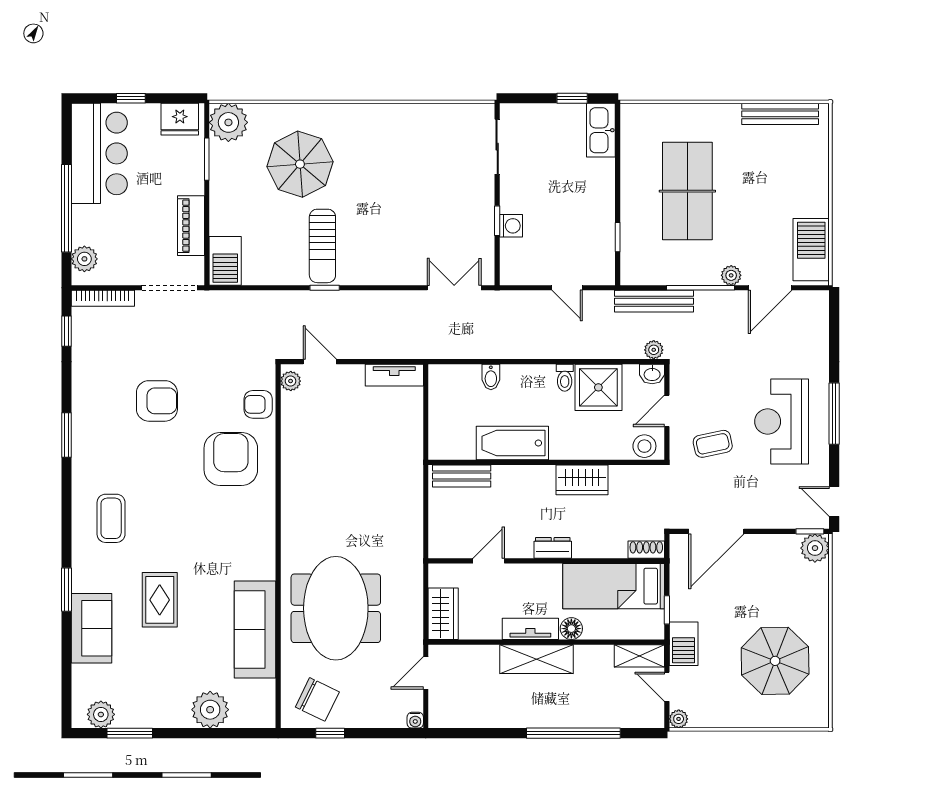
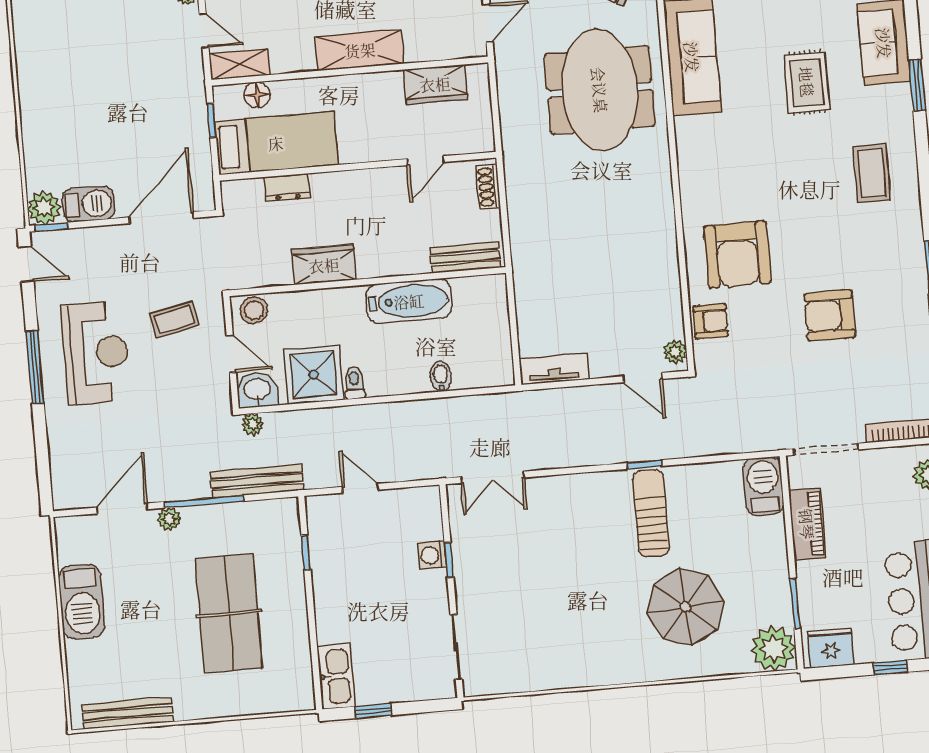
barbecue: (811, 250) -> (82, 602), moved
washbasin: (652, 374) -> (257, 390), width x1.38, depth x1.45
door: (667, 411) -> (231, 354), hinge flipped
dresser: (553, 548) -> (287, 187), moved
shoe rack: (646, 550) -> (488, 187), moved, turned 90
wardrobe: (443, 614) -> (435, 84), moved, turned -90
tv unit: (530, 629) -> (370, 85), removed
floor lamp: (571, 629) -> (257, 95), moved
barbecue: (684, 644) -> (89, 204), moved, turned 90
parasol: (775, 661) -> (80, 72), removed

